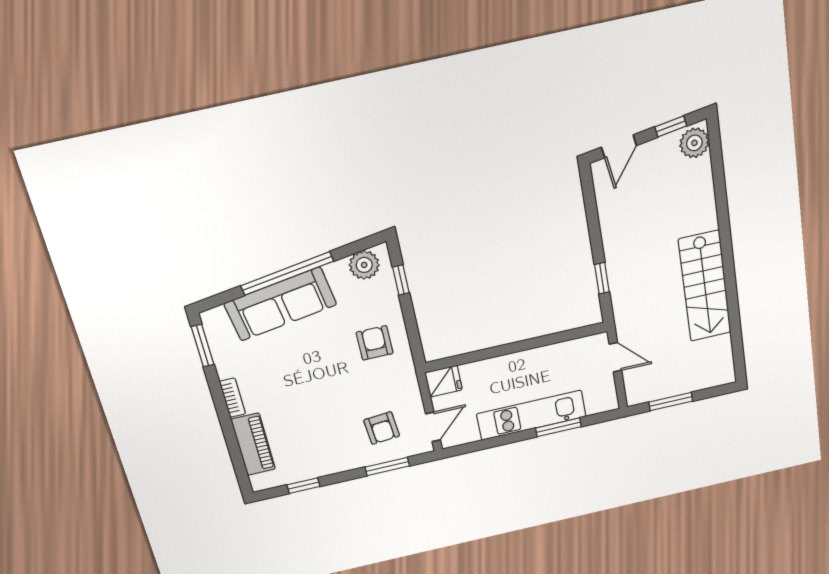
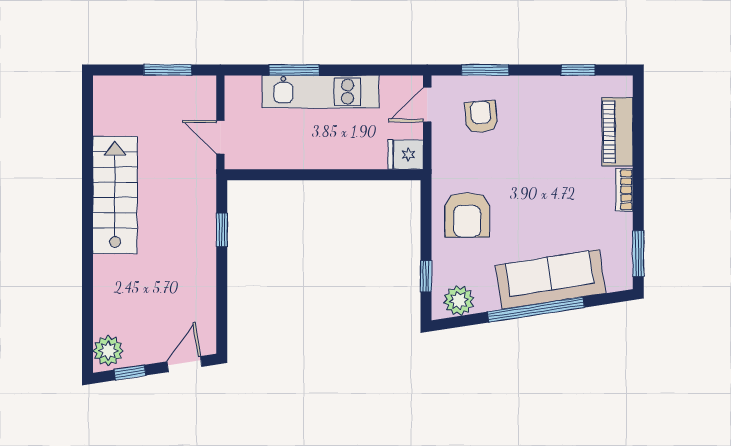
armchair: (375, 343) -> (467, 215), width x1.38, depth x1.38

